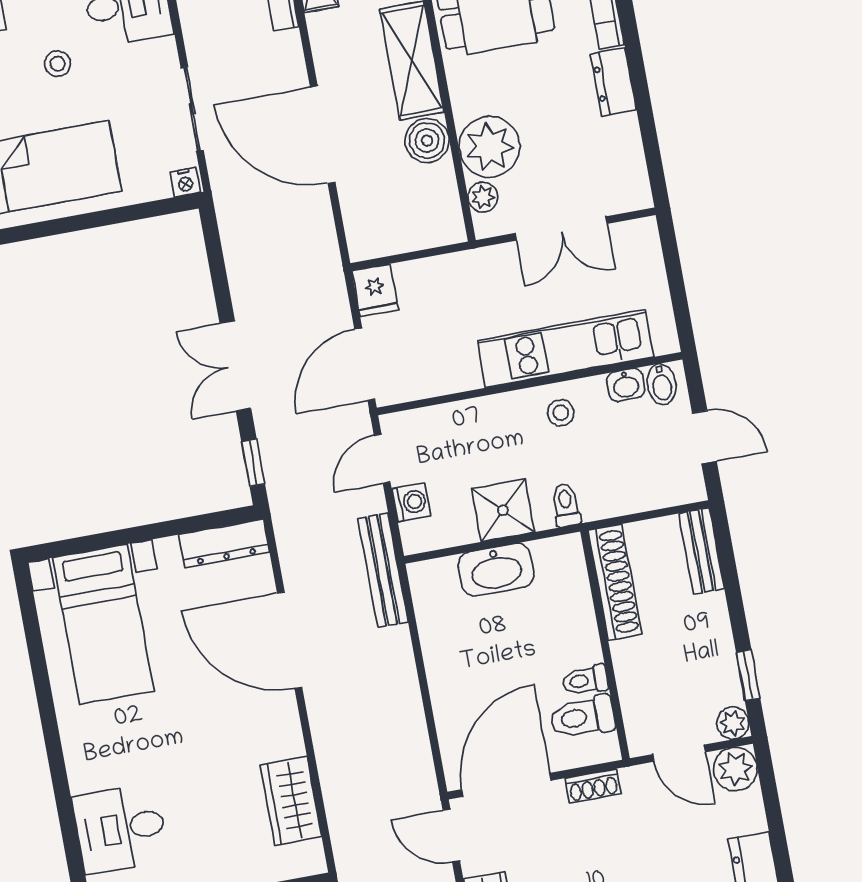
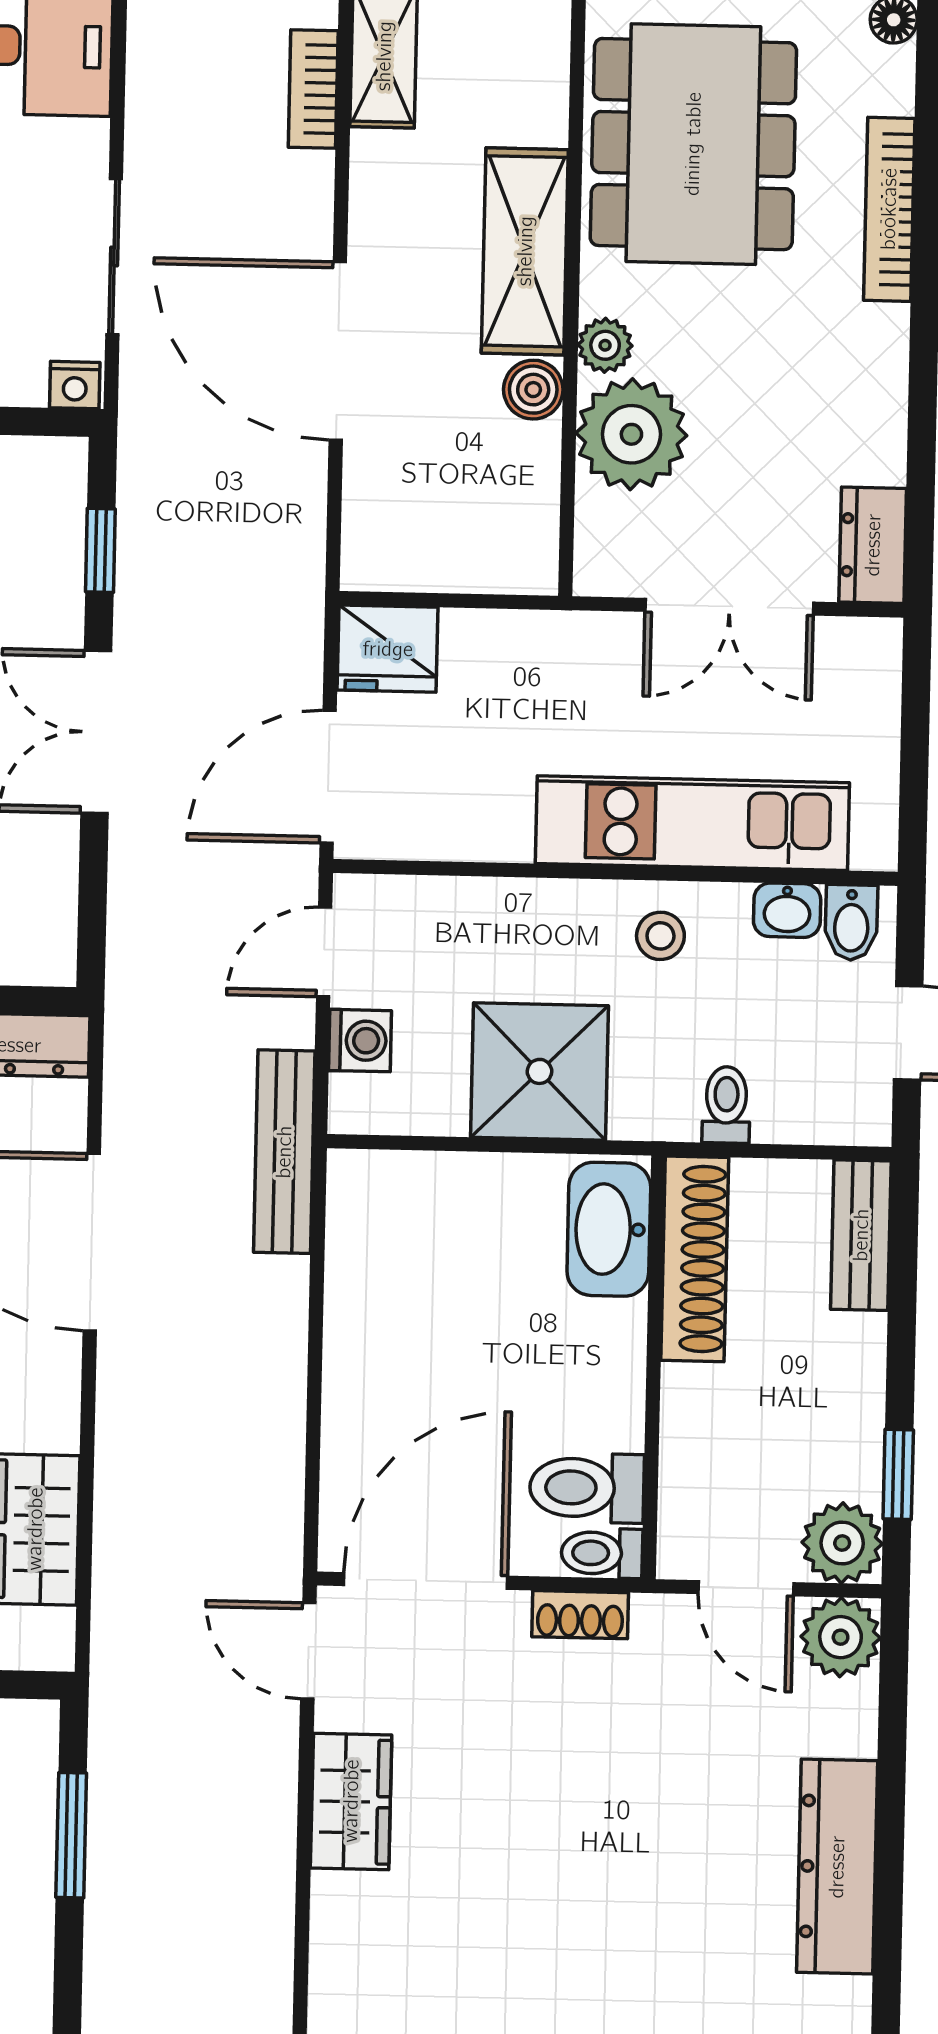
dresser: (613, 82) -> (873, 545), moved
boiler: (427, 141) -> (533, 390), width x0.73, depth x0.73
plant: (483, 197) -> (605, 345), moved
fridge: (375, 290) -> (388, 649), width x1.38
window: (253, 463) -> (100, 550), moved
toilet: (566, 505) -> (726, 1105), moved
shower: (503, 510) -> (540, 1071), width x1.36, depth x1.36
washbasin: (496, 570) -> (609, 1229), moved, turned 90
toilet: (585, 680) -> (602, 1553), moved
plant: (733, 723) -> (842, 1543), width x1.38, depth x1.38

